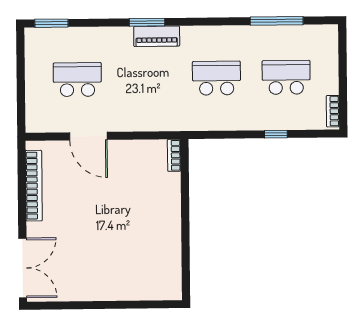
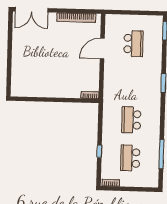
piano: (157, 36) -> (155, 88), removed
school desk: (286, 77) -> (130, 158), turned 180
school desk: (217, 78) -> (131, 120), turned 180

